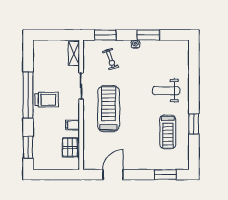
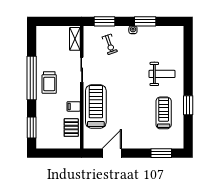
weight bench: (166, 91) -> (162, 74), turned 180
trolley: (47, 100) -> (49, 82), turned 90
treadmill: (109, 109) -> (96, 107), moved
treadmill: (168, 132) -> (164, 113), turned 180

